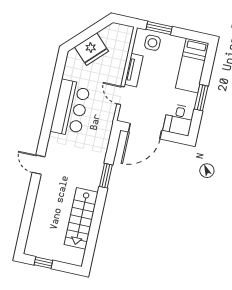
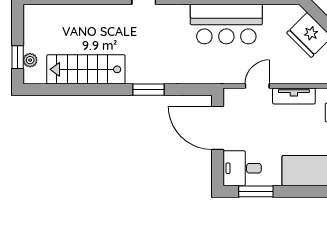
window: (201, 98) -> (256, 191), moved
plant: (65, 258) -> (30, 60), added
window: (43, 263) -> (18, 57), moved

